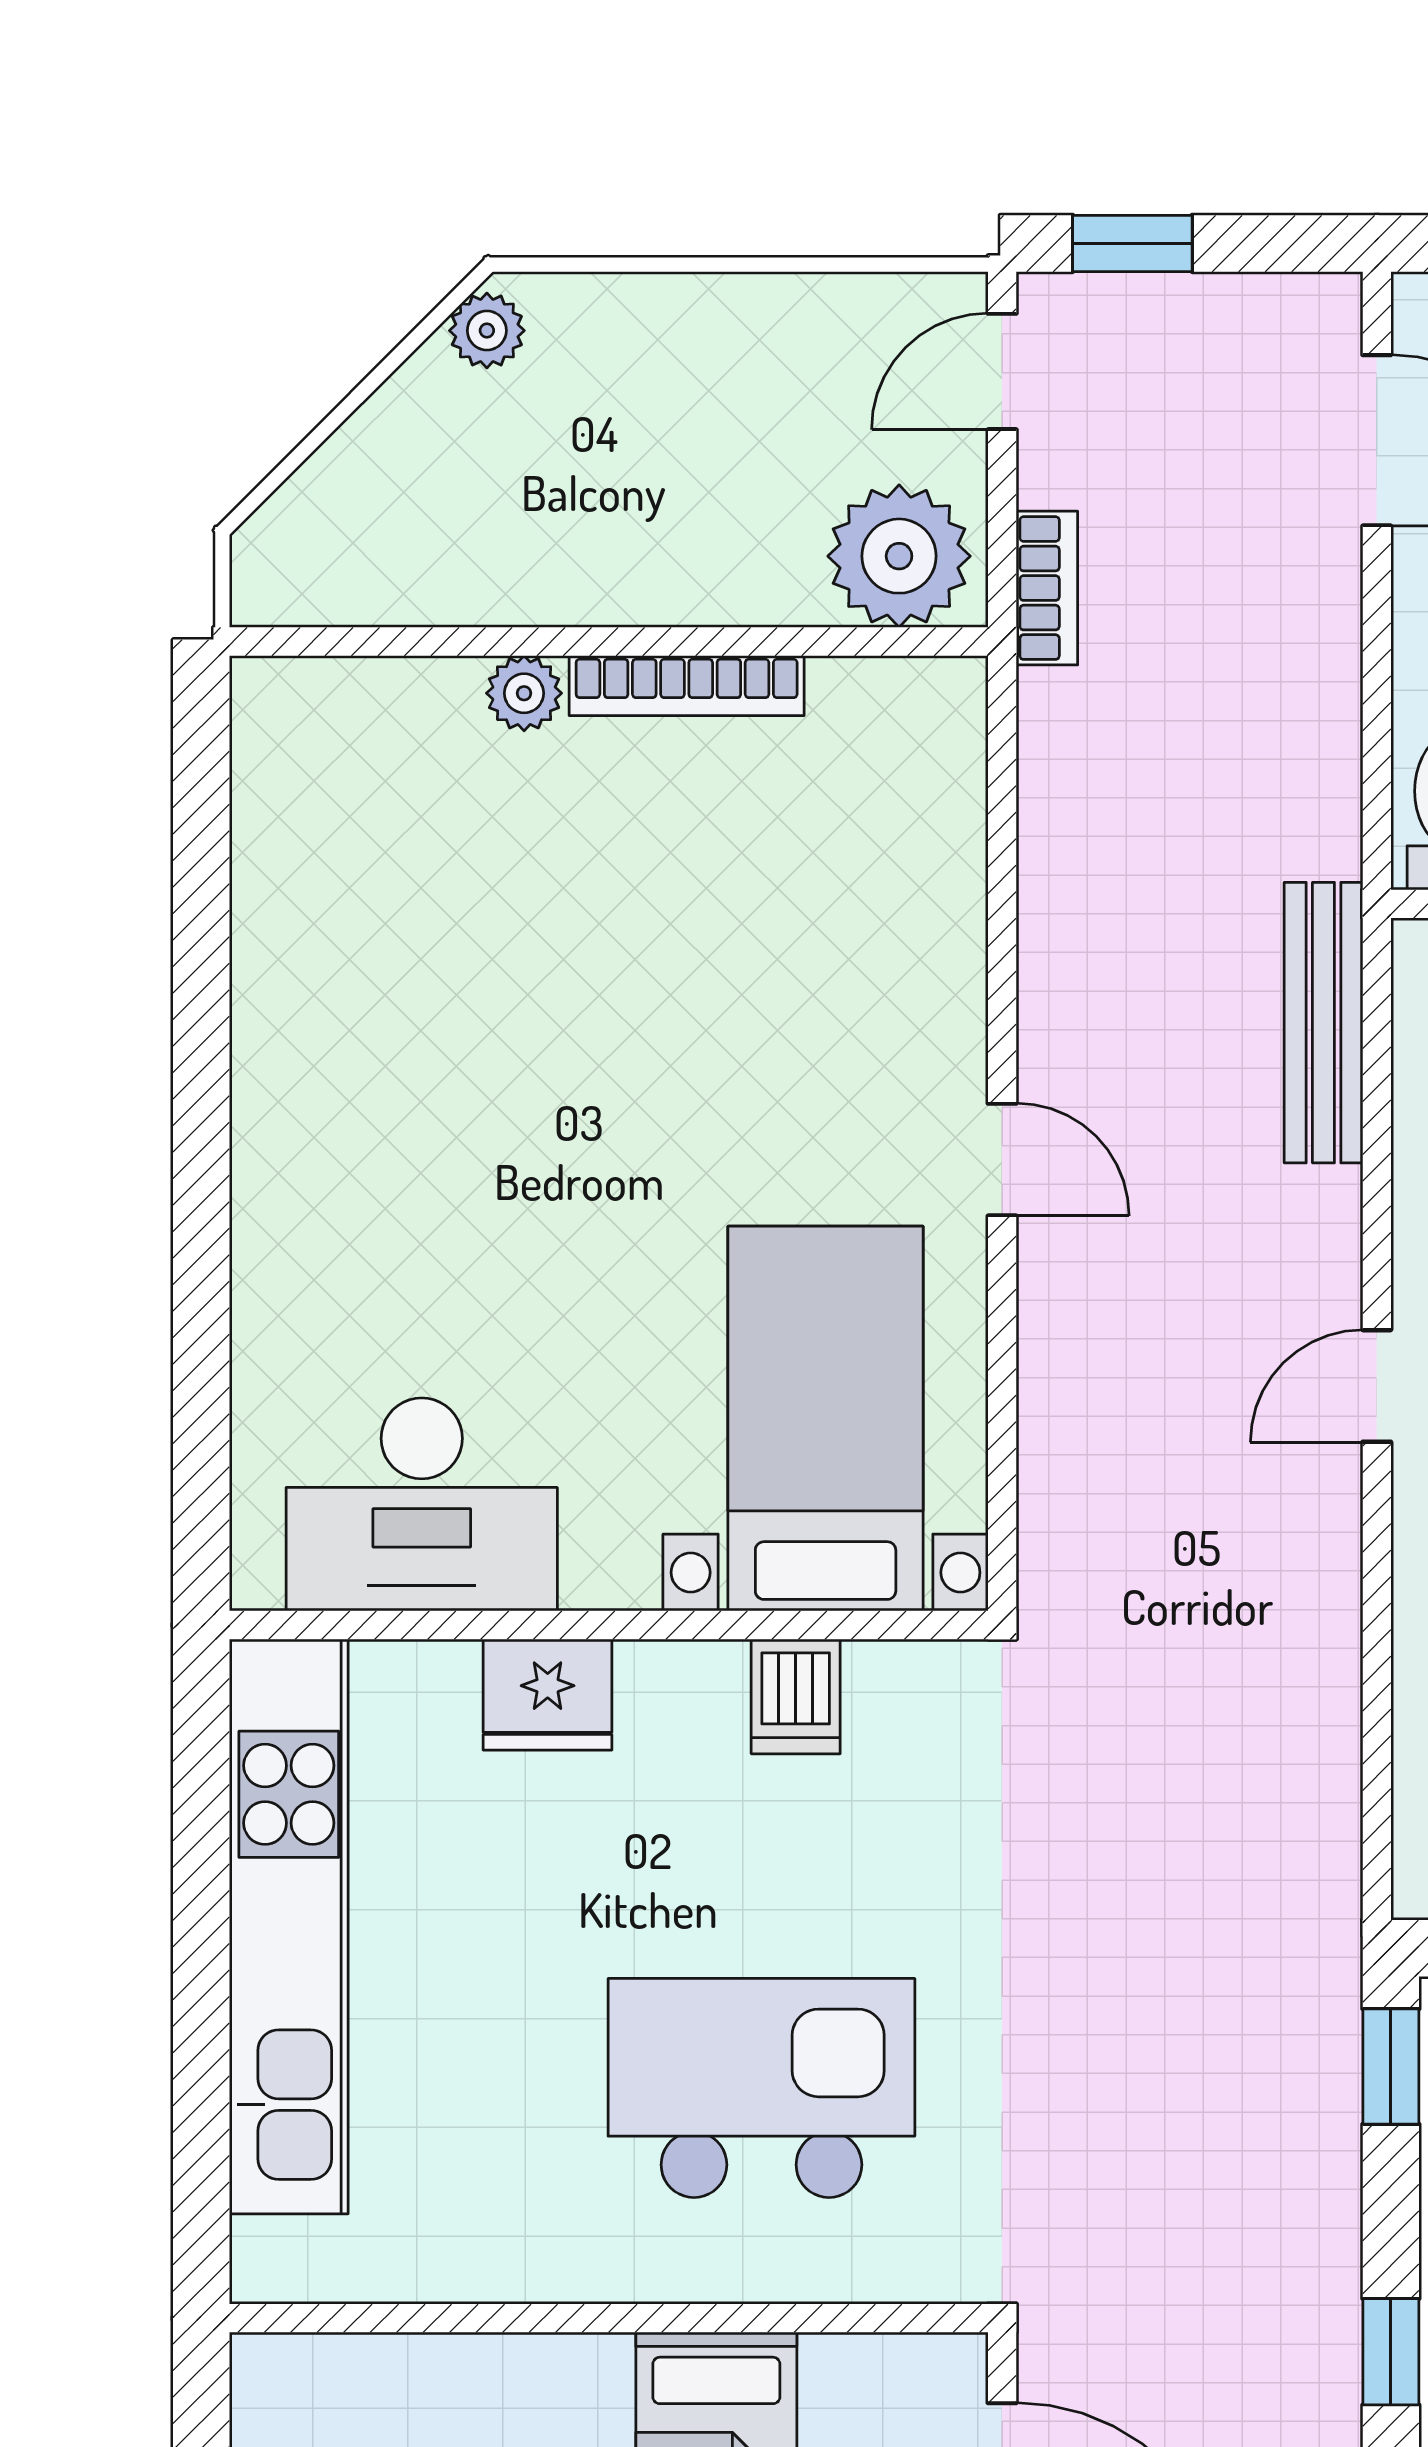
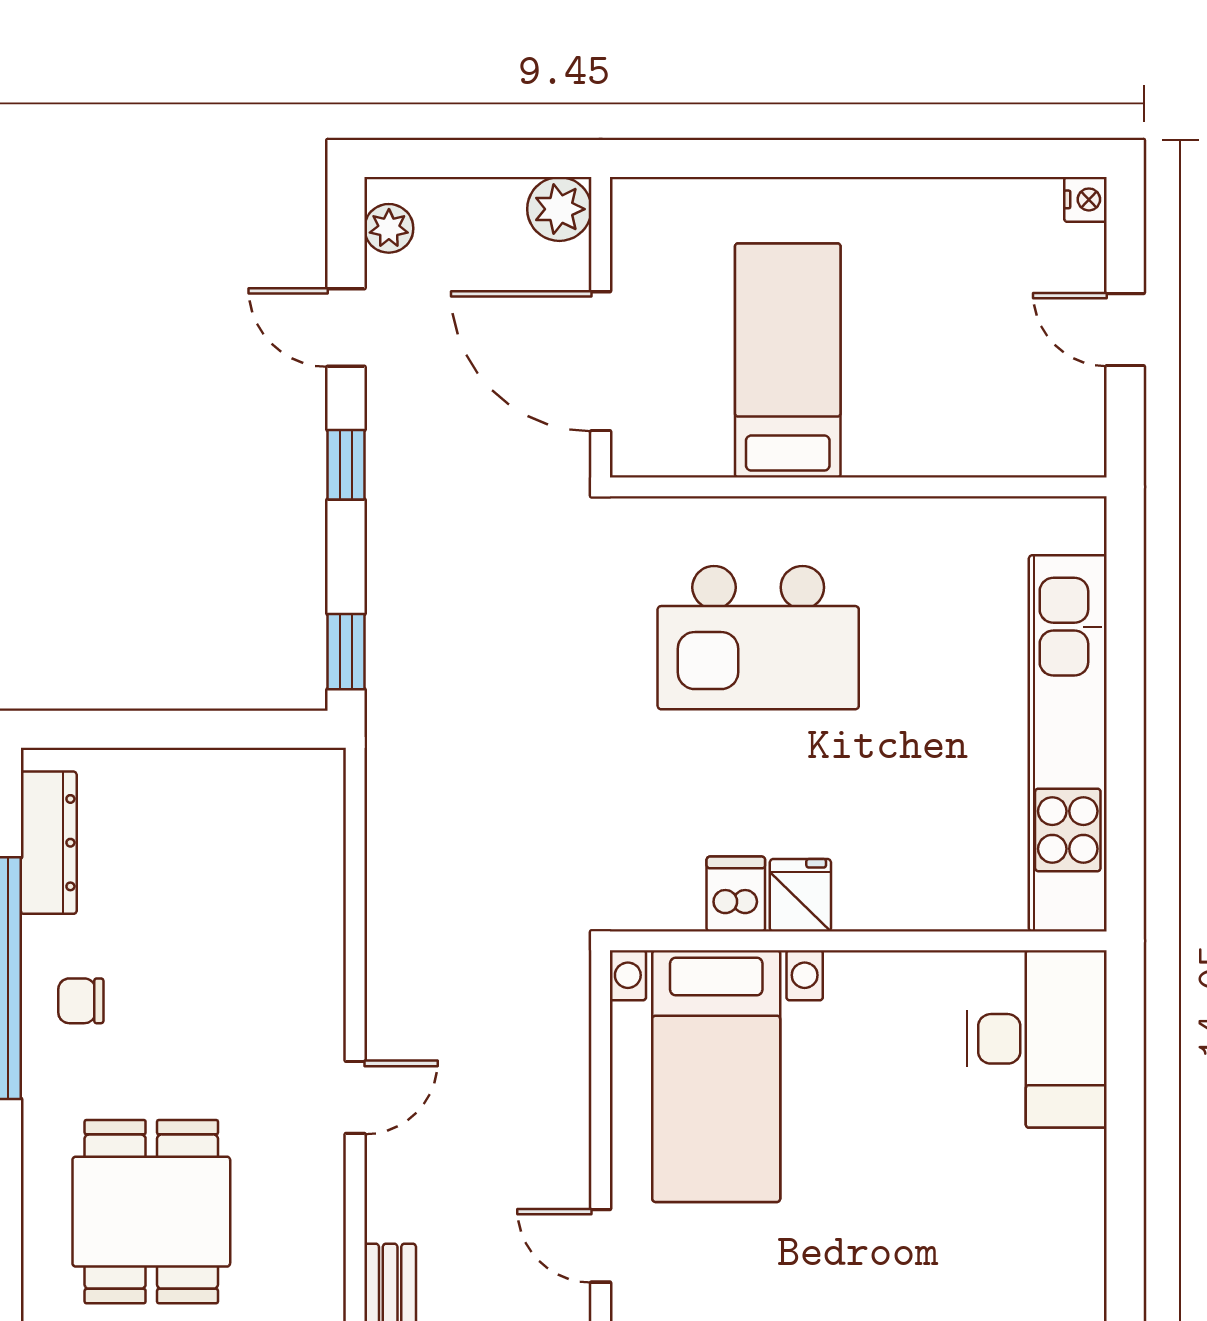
desk: (422, 1504) -> (1037, 1039), moved, turned 90
fridge: (548, 1695) -> (800, 895), moved, width x0.72

